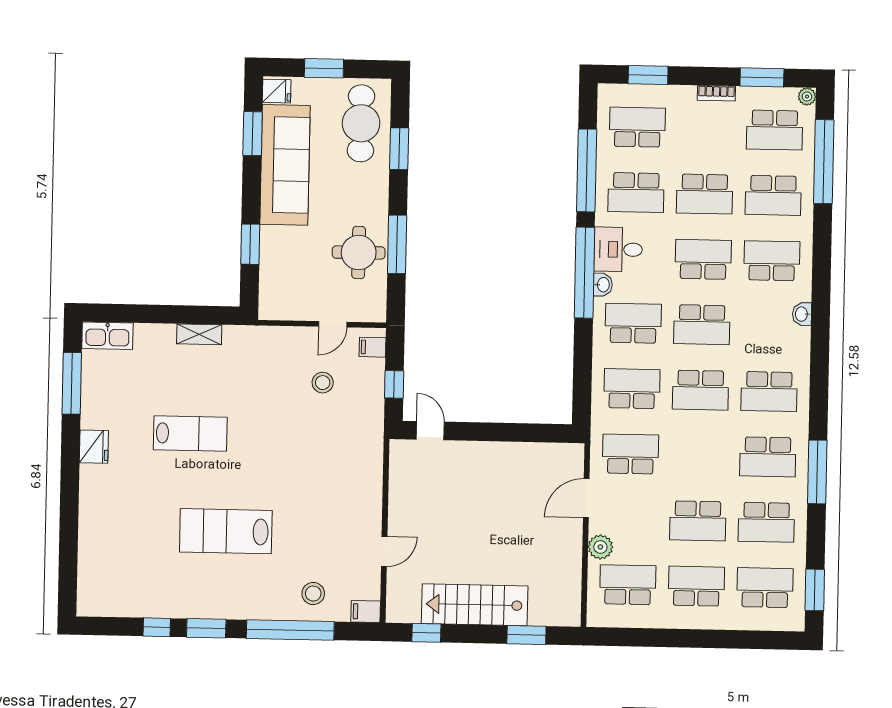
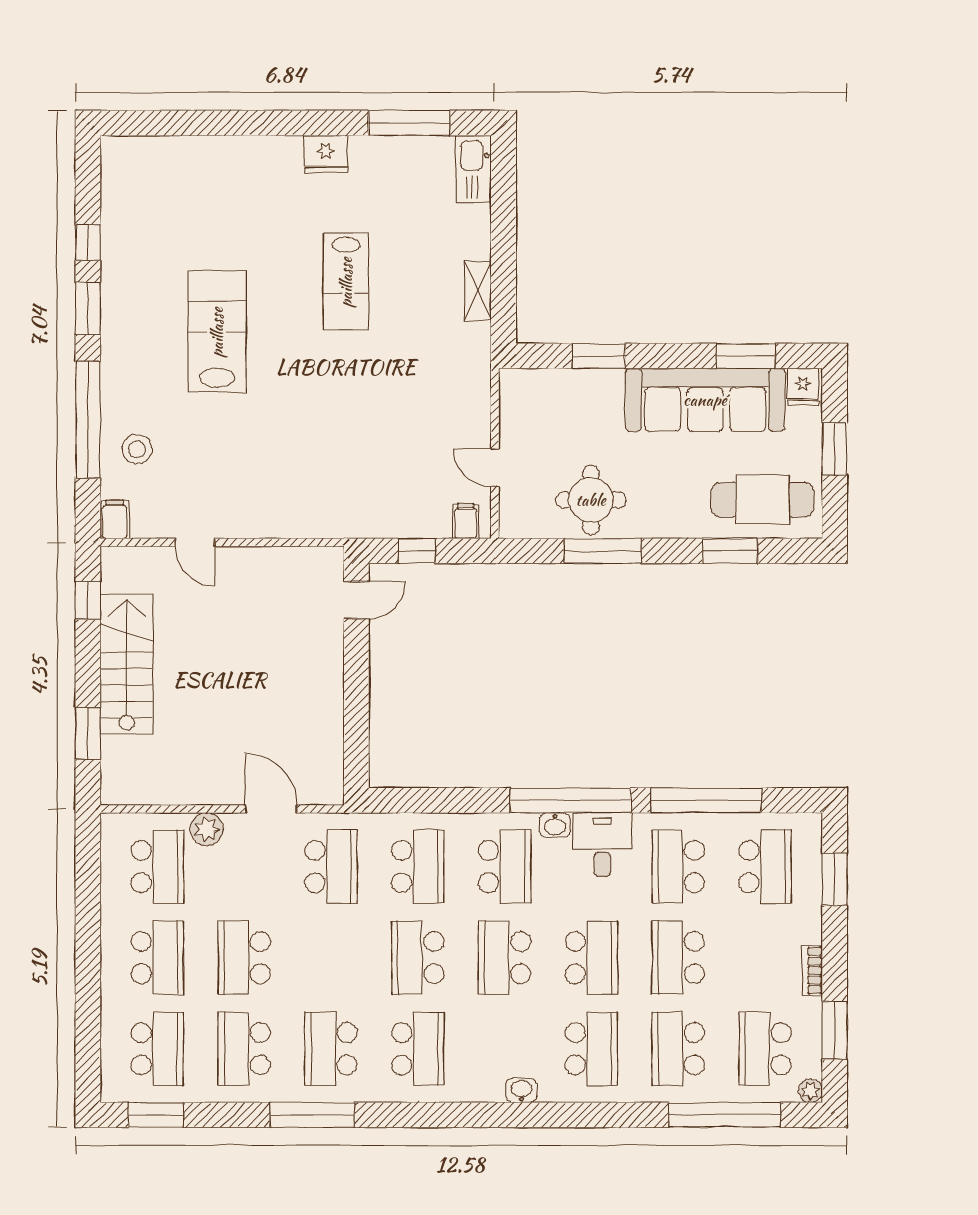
stool: (323, 383) -> (417, 456), removed
school desk: (769, 392) -> (418, 1049), turned 180

